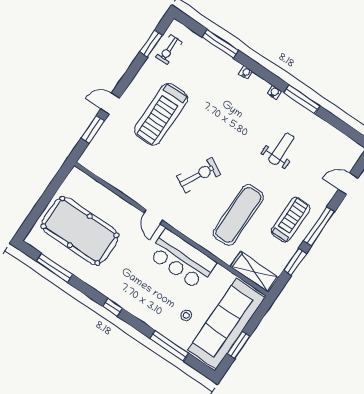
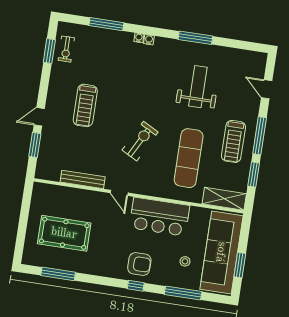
water cooler: (274, 92) -> (149, 40), moved
treadmill: (161, 114) -> (85, 105), width x0.73, depth x0.73
weight bench: (281, 149) -> (198, 87), width x1.36, depth x1.33
door: (348, 184) -> (267, 89), hinge flipped
bench: (124, 186) -> (83, 179), added
treadmill: (291, 220) -> (233, 141), turned 180
pool table: (80, 231) -> (64, 233), width x0.73, depth x0.76
armchair: (140, 296) -> (139, 264), added
window: (113, 307) -> (136, 286), moved

